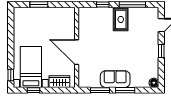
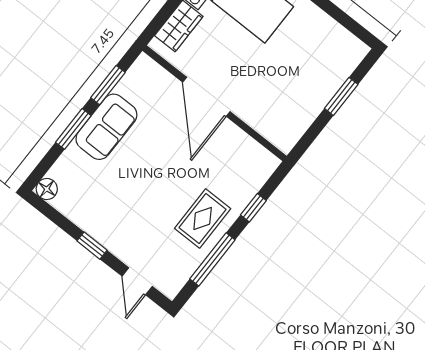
rug: (121, 19) -> (203, 218), turned 90
door: (77, 52) -> (206, 97), swing flipped

